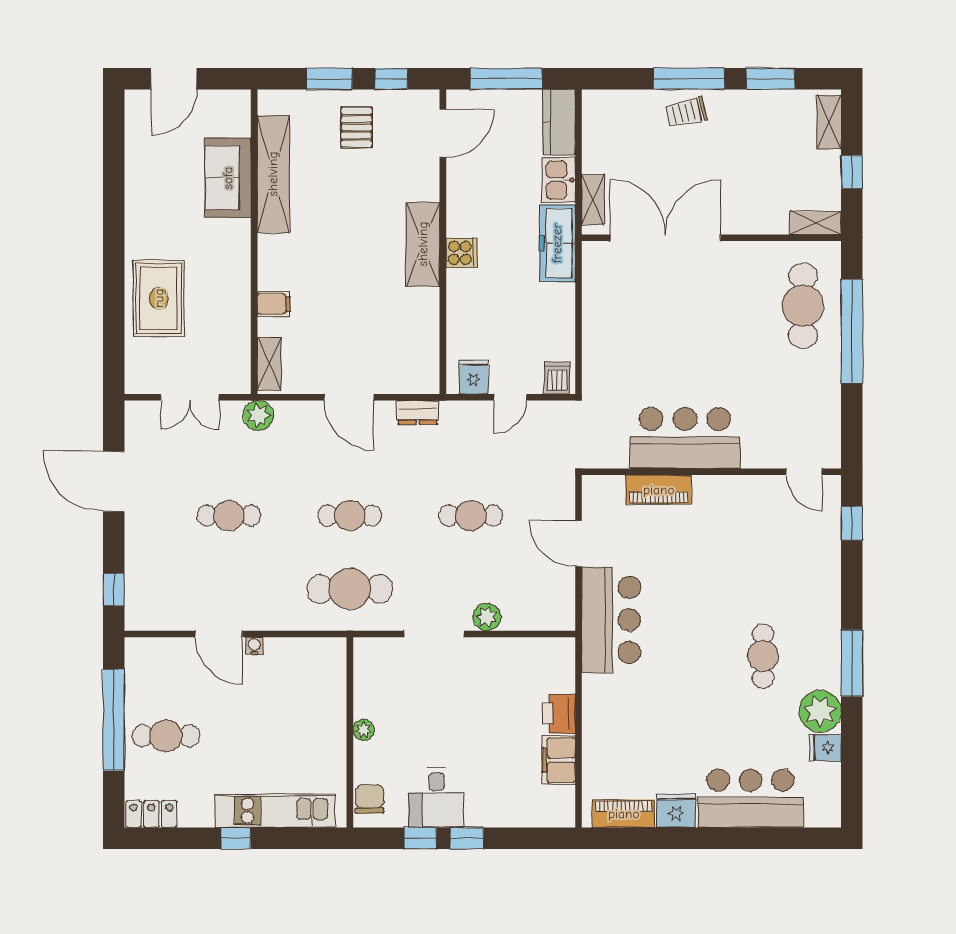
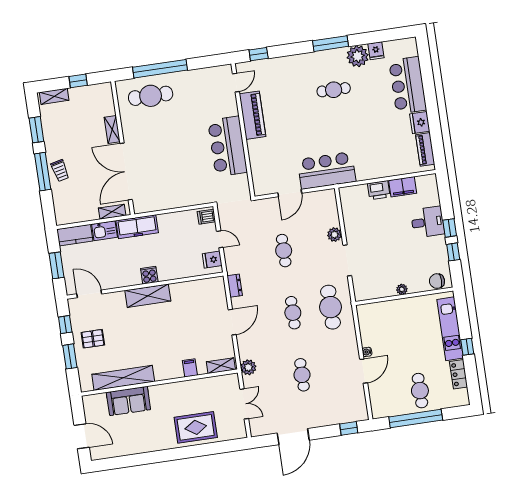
window: (506, 79) -> (56, 265), width x0.69
shelving: (815, 223) -> (112, 129), moved
piano: (659, 490) -> (252, 115), moved, width x1.37, depth x1.33
desk: (437, 798) -> (428, 222), moved
locker: (151, 814) -> (459, 374), moved

